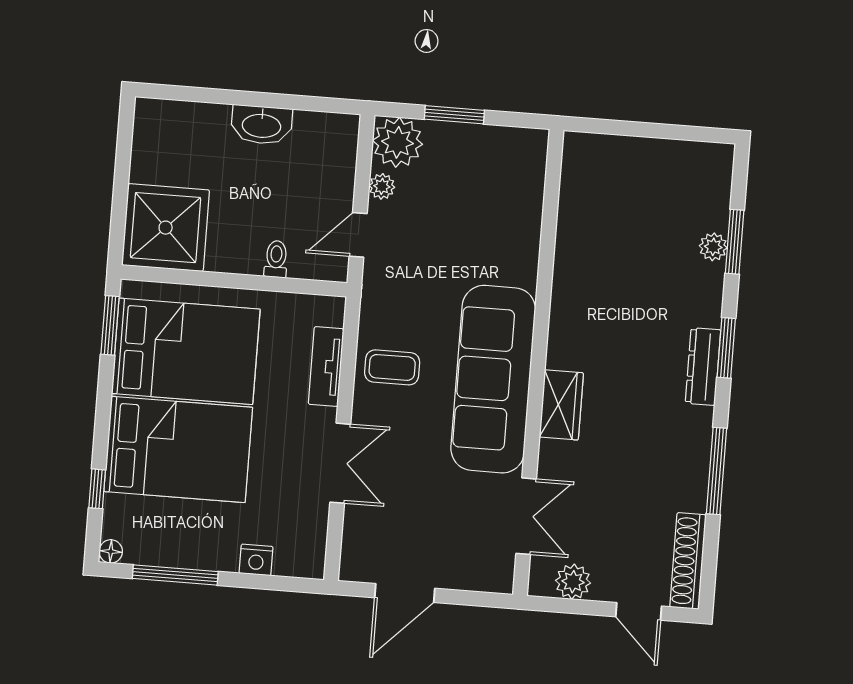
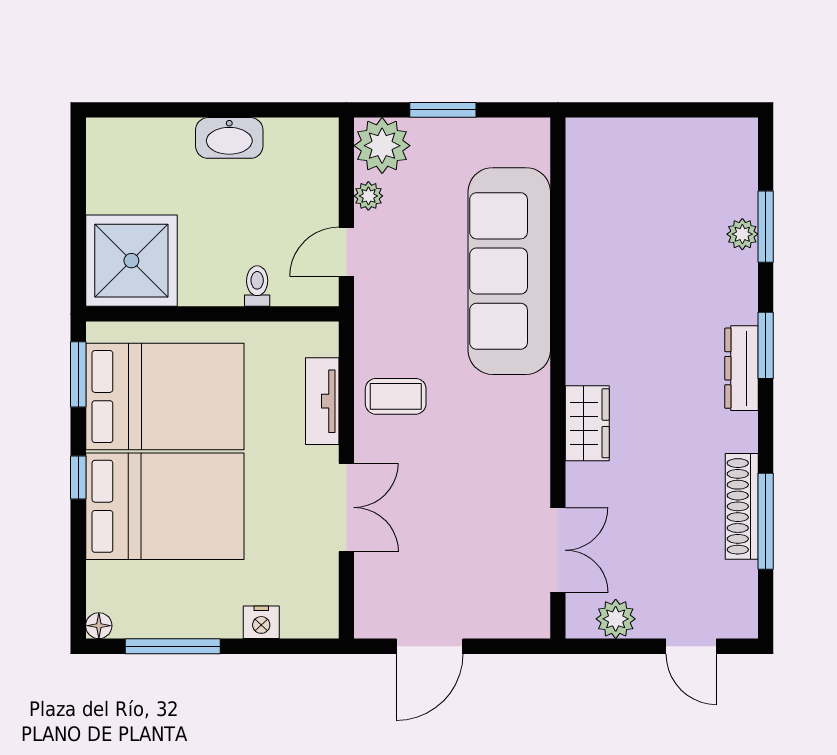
sofa: (493, 379) -> (509, 271), moved
window: (717, 471) -> (766, 521), moved
window: (97, 489) -> (78, 477), moved
shoe rack: (688, 561) -> (742, 506), moved

